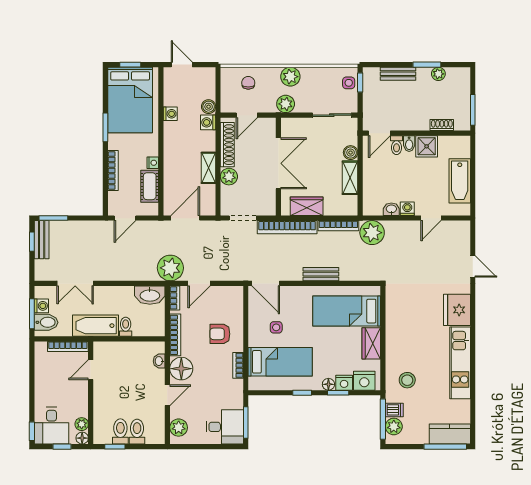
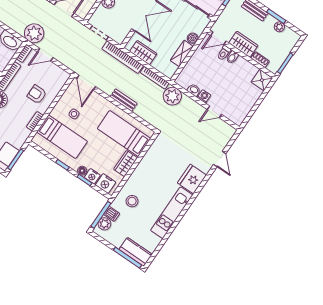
wardrobe: (412, 121) -> (243, 44), added
shower: (427, 146) -> (262, 80), moved
bathtub: (460, 181) -> (248, 101), removed

